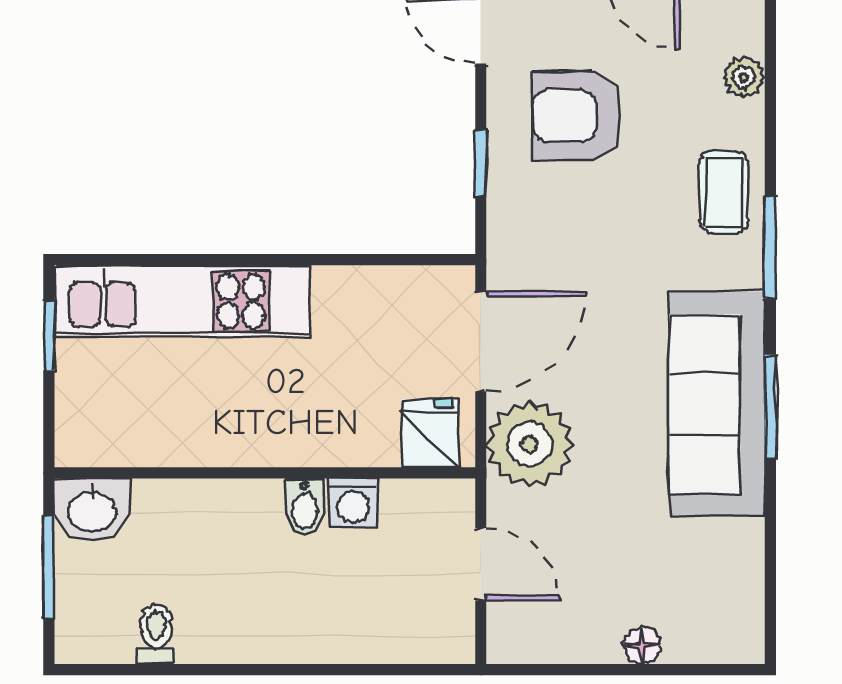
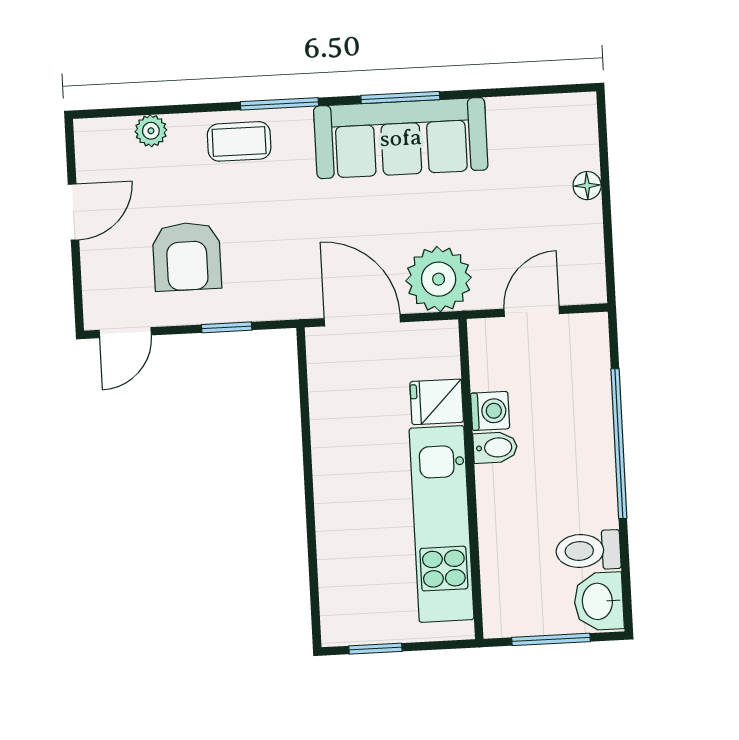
kitchen unit: (182, 301) -> (442, 524), moved, turned 180
fridge: (430, 433) -> (437, 402), moved
washbasin: (92, 510) -> (599, 601), moved, turned 180
toilet: (156, 634) -> (588, 550), width x1.37, depth x1.39
window: (301, 670) -> (619, 444), added

